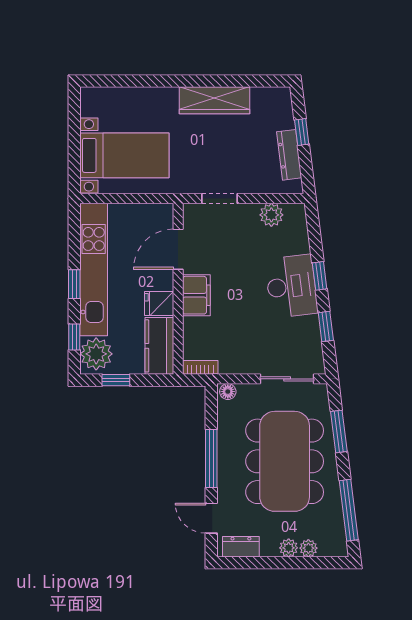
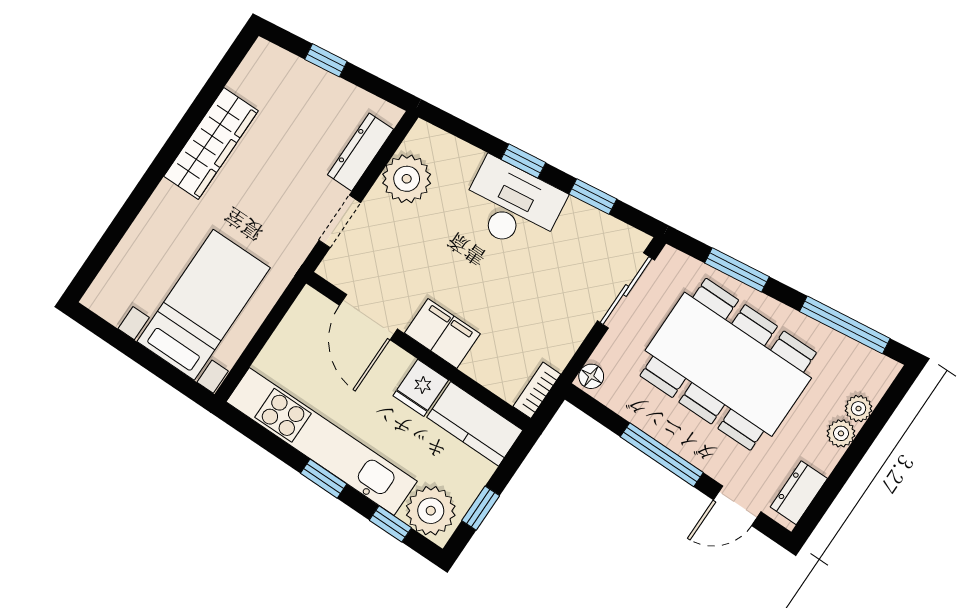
dresser: (289, 155) -> (361, 152), moved, turned 97
plant: (271, 215) -> (407, 179), width x1.36, depth x1.36

